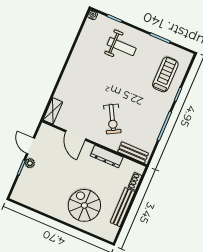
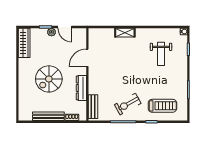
weight bench: (122, 47) -> (161, 54), moved
shelving: (53, 111) -> (125, 33), moved
exercise bike: (112, 119) -> (128, 104), moved
door: (31, 146) -> (65, 27), swing flipped
wardrobe: (29, 199) -> (24, 43), added
spiral stairs: (84, 205) -> (49, 79), moved, turned 180

